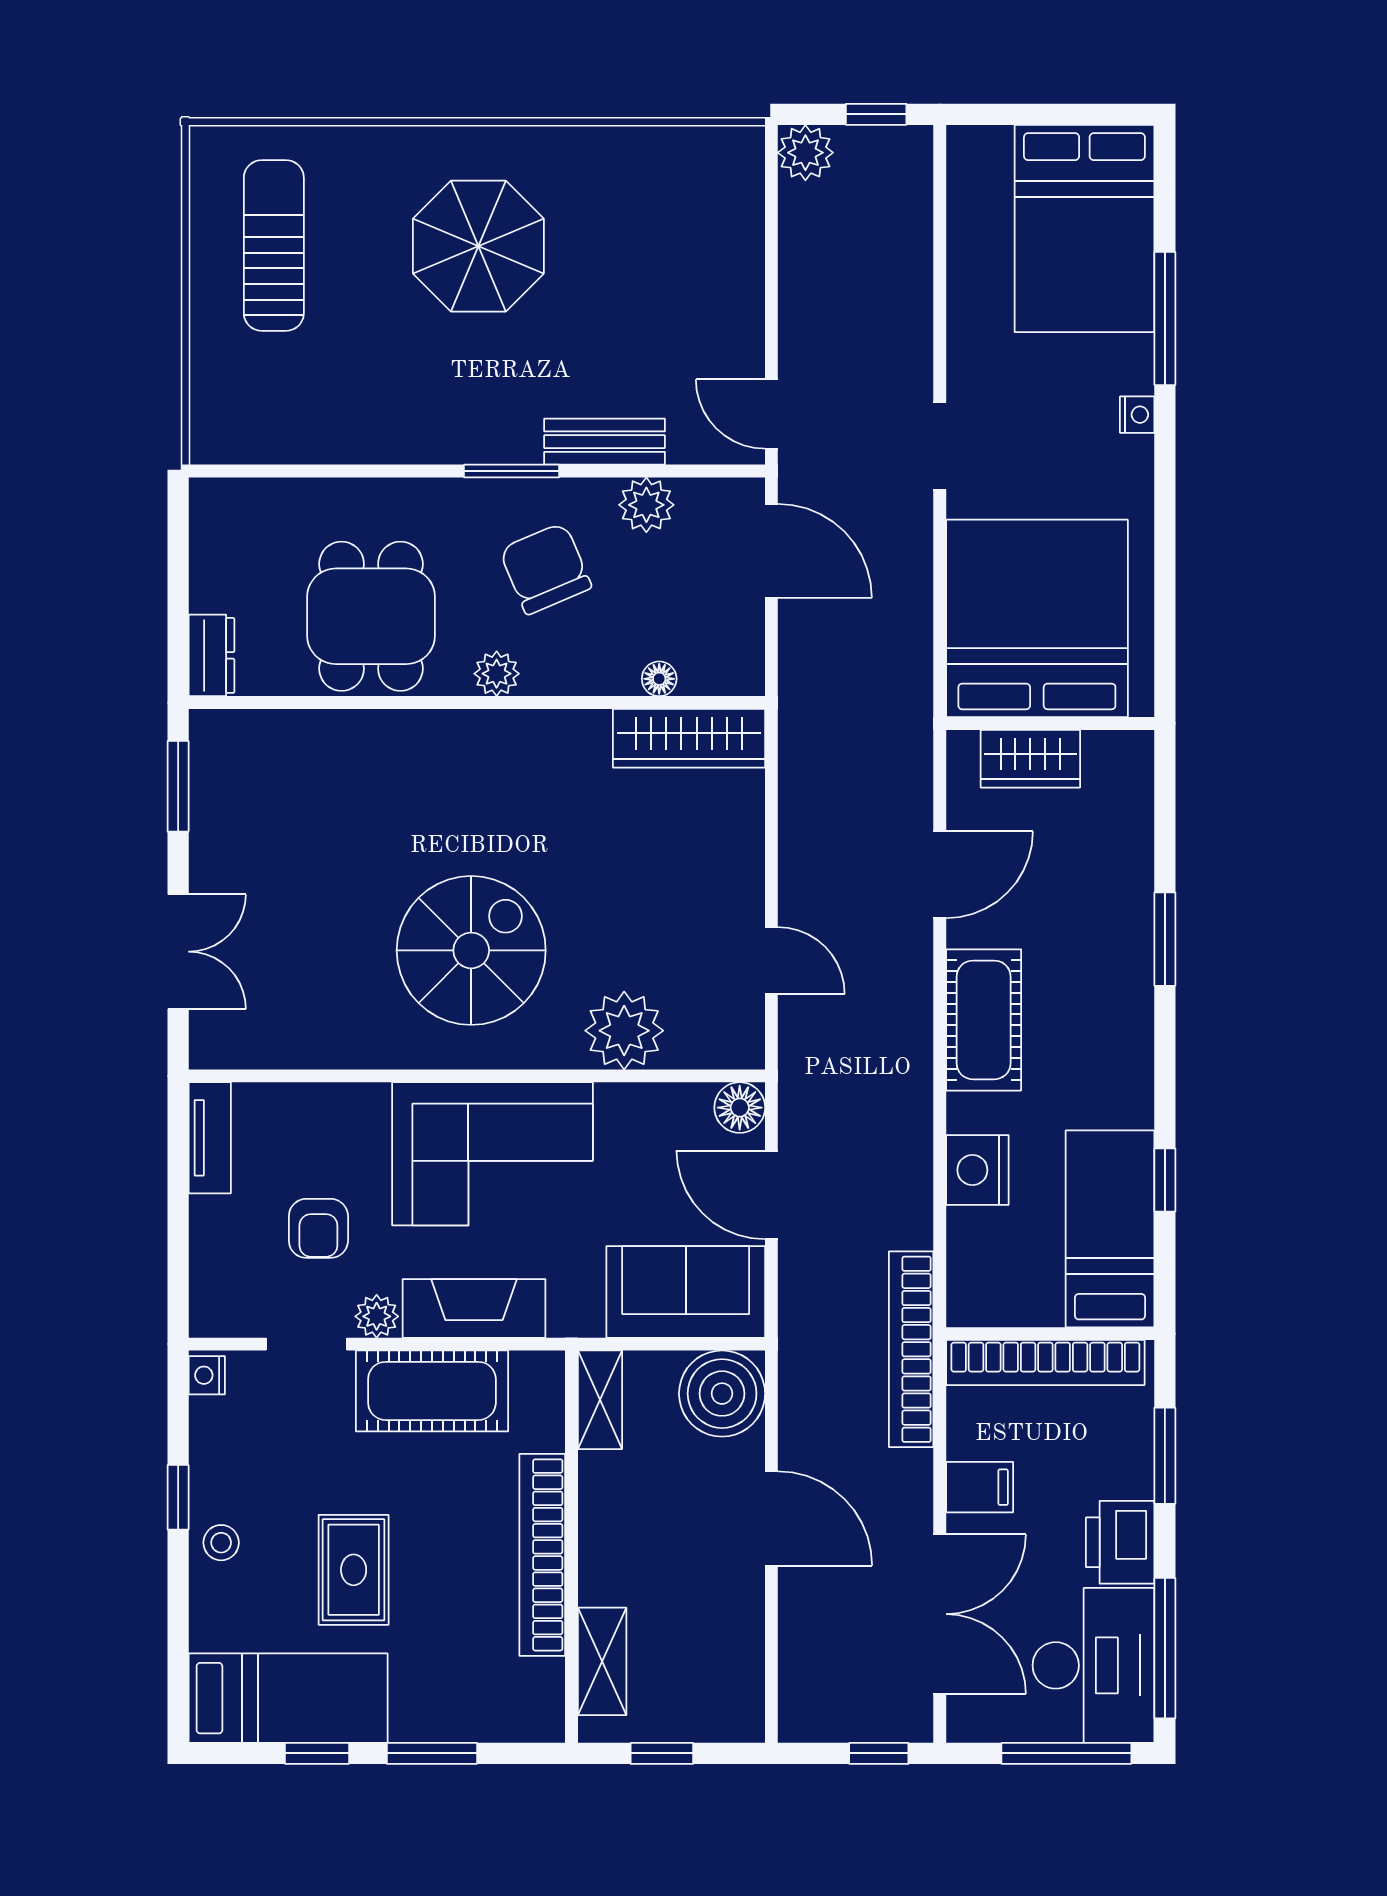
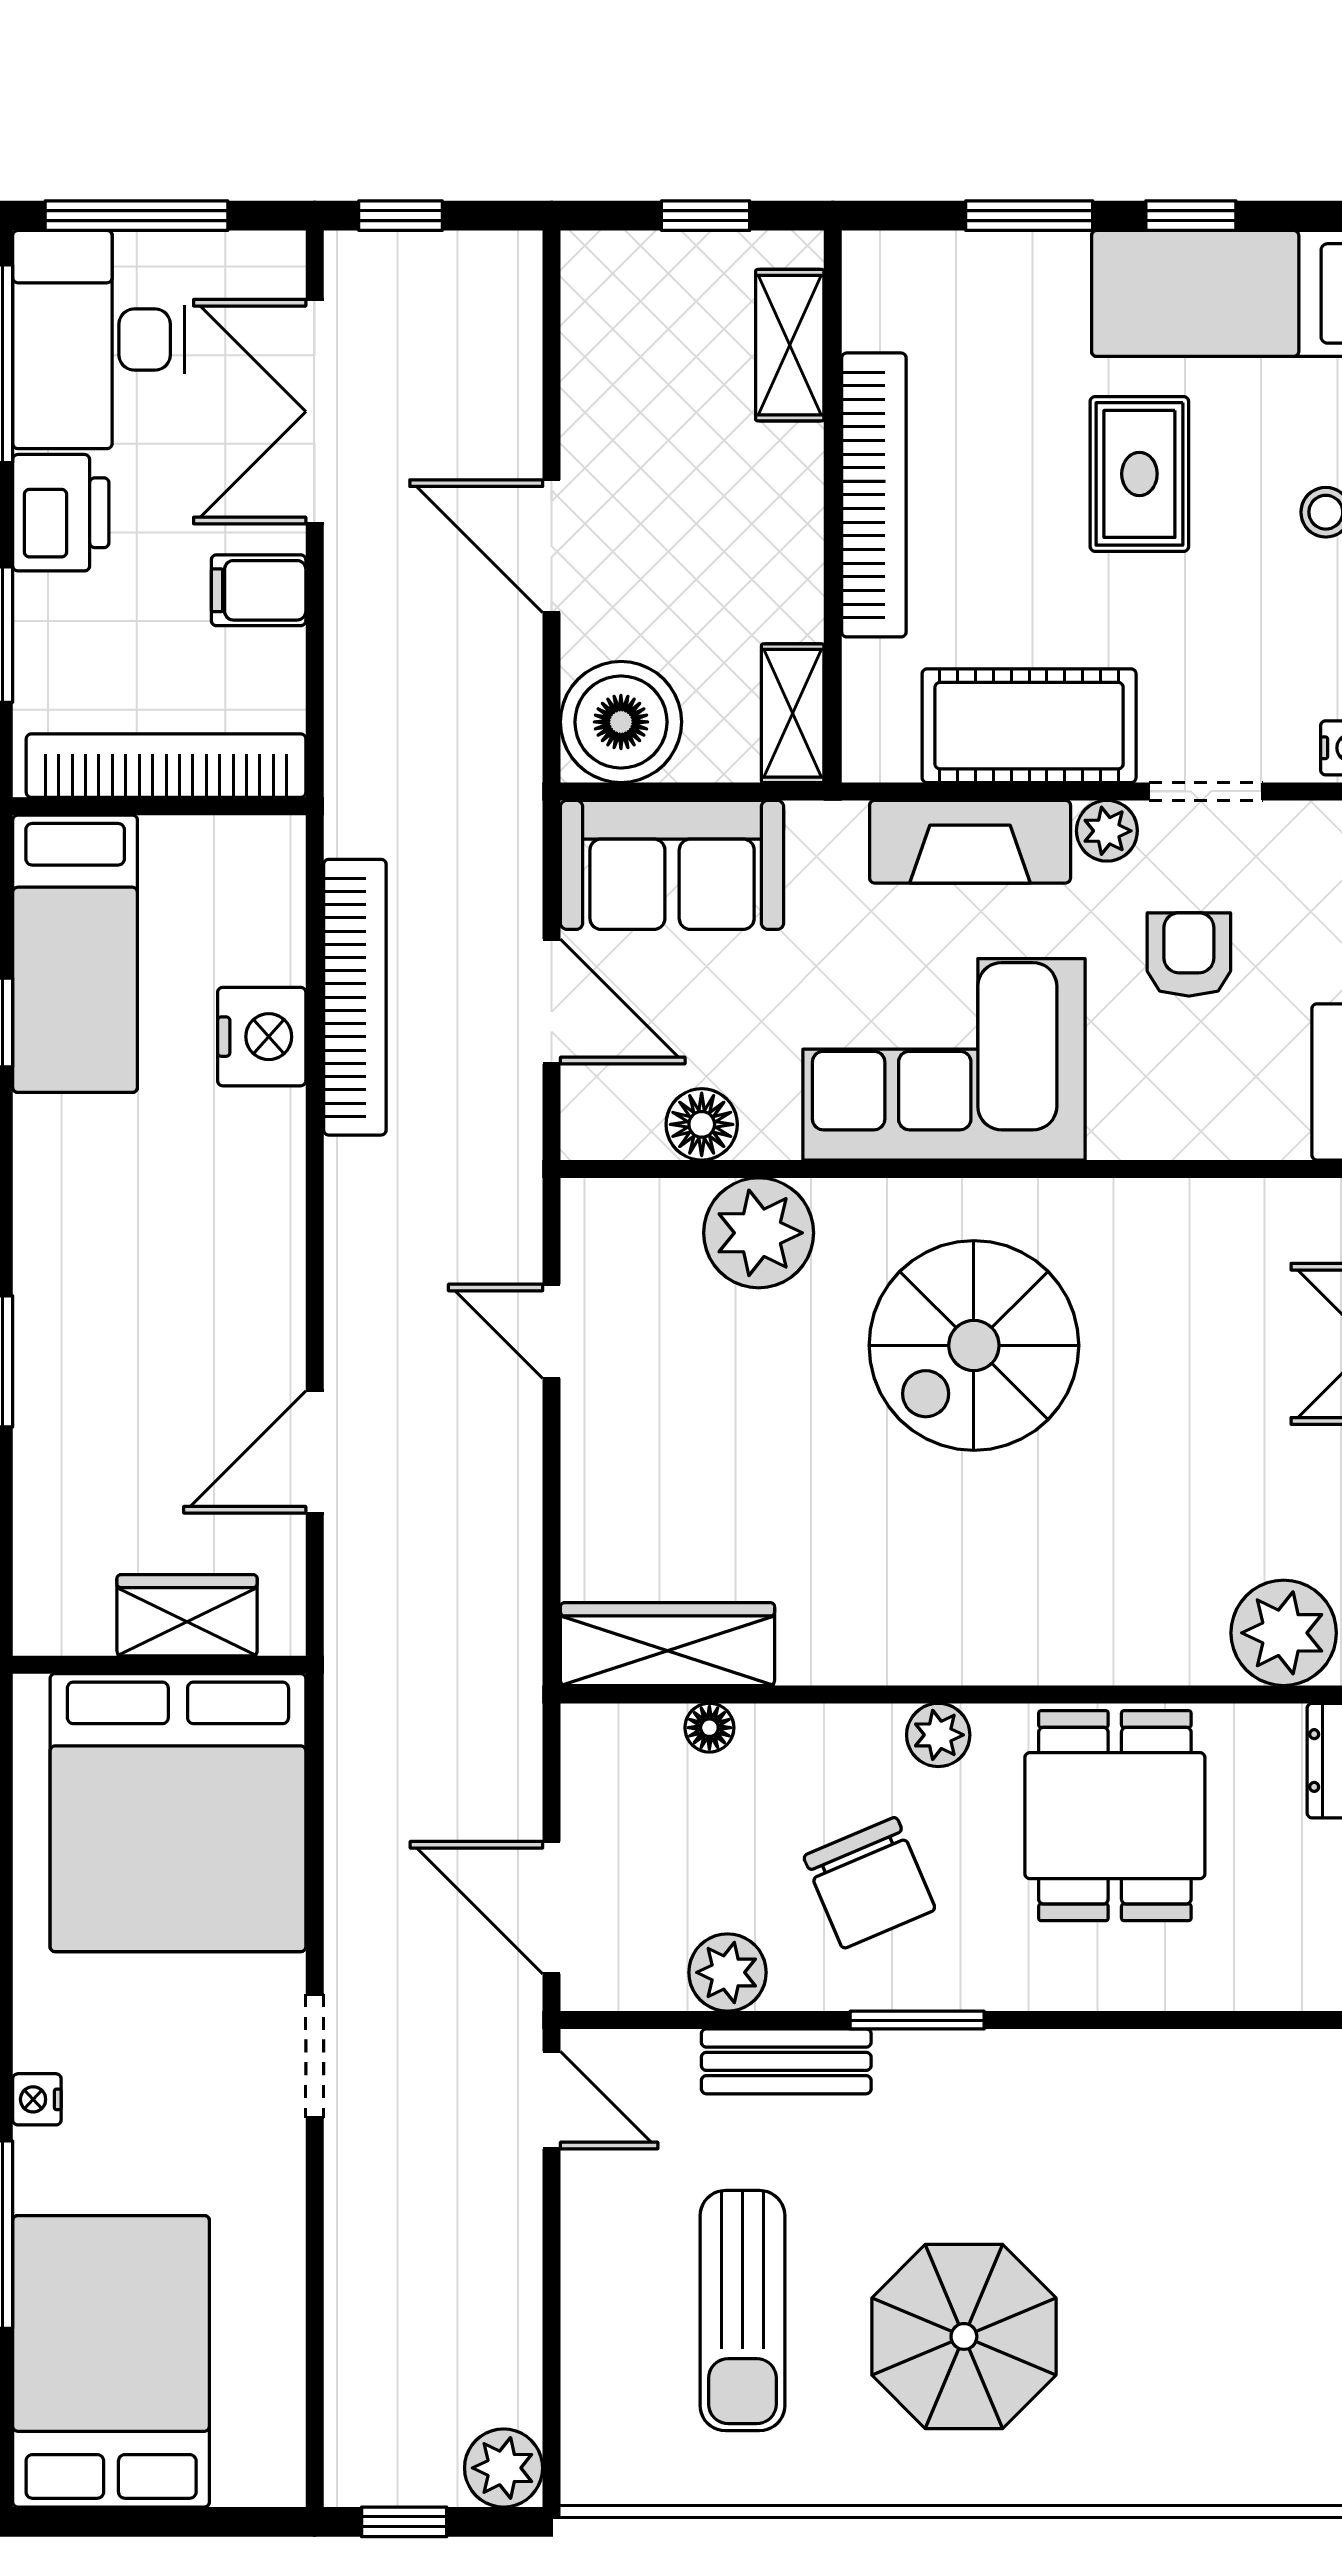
sun lounger: (274, 245) -> (742, 2311), moved
plant: (251, 746) -> (1284, 1633), added
cot: (984, 1020) -> (253, 1248), removed
floor lamp: (740, 1108) -> (702, 1124), moved
bookcase: (911, 1349) -> (355, 997), moved

